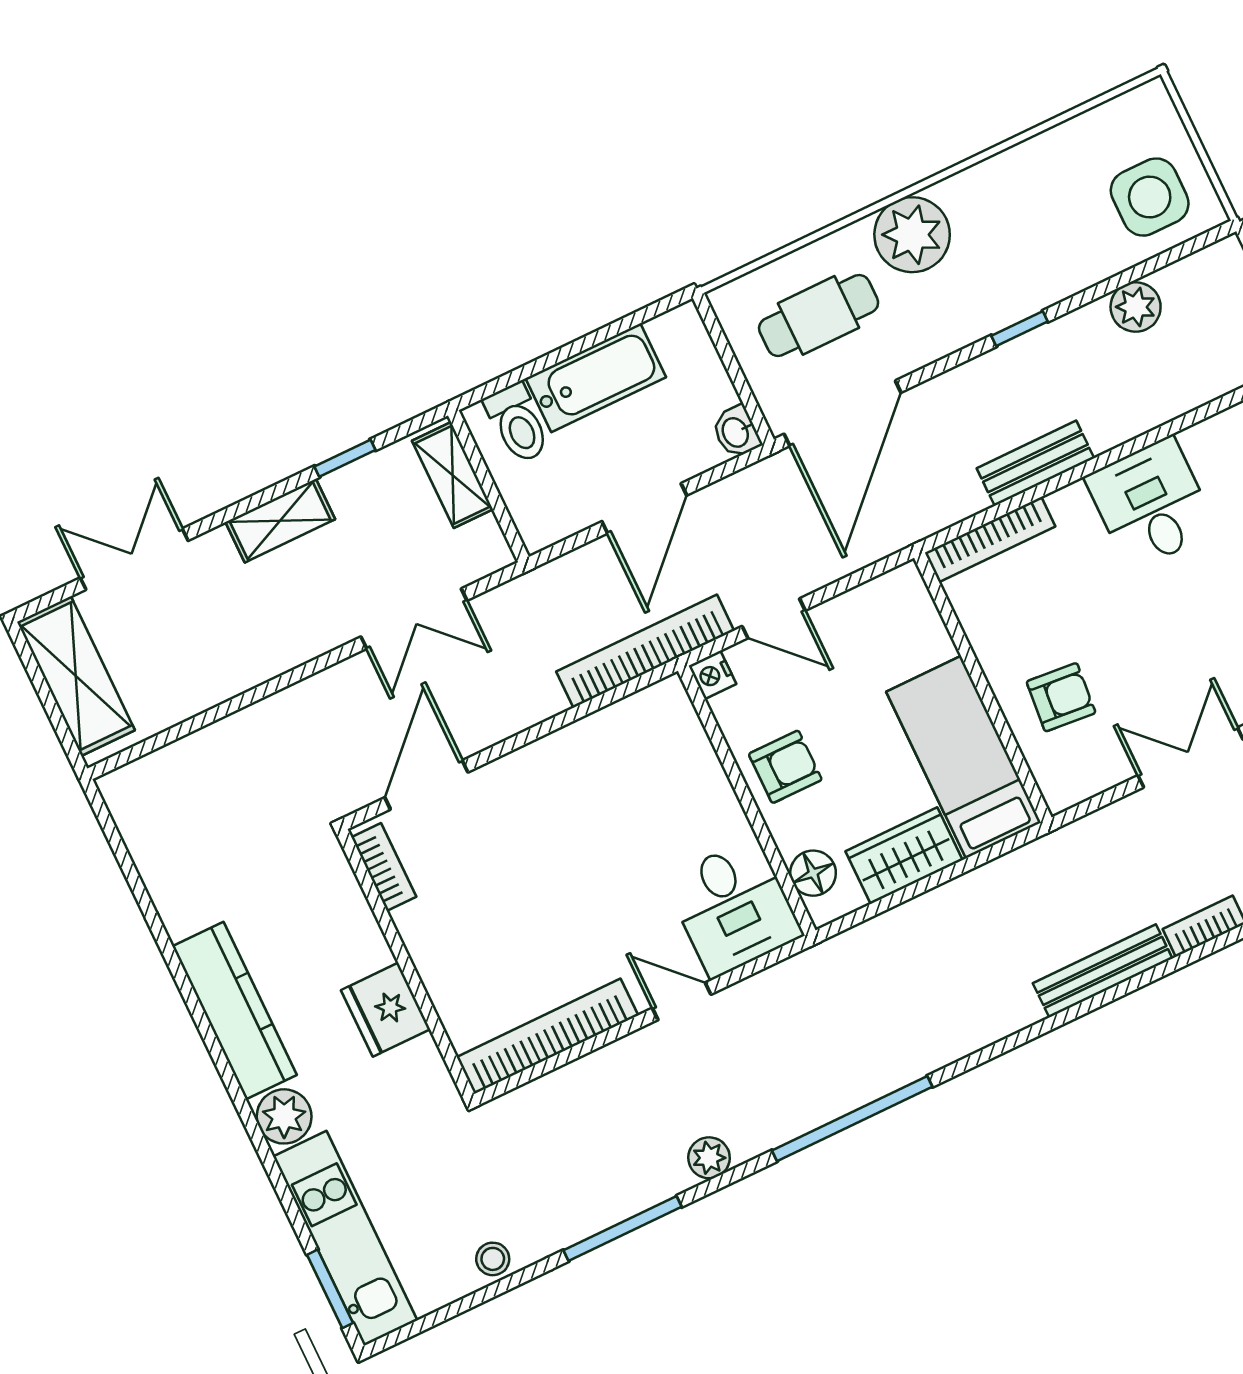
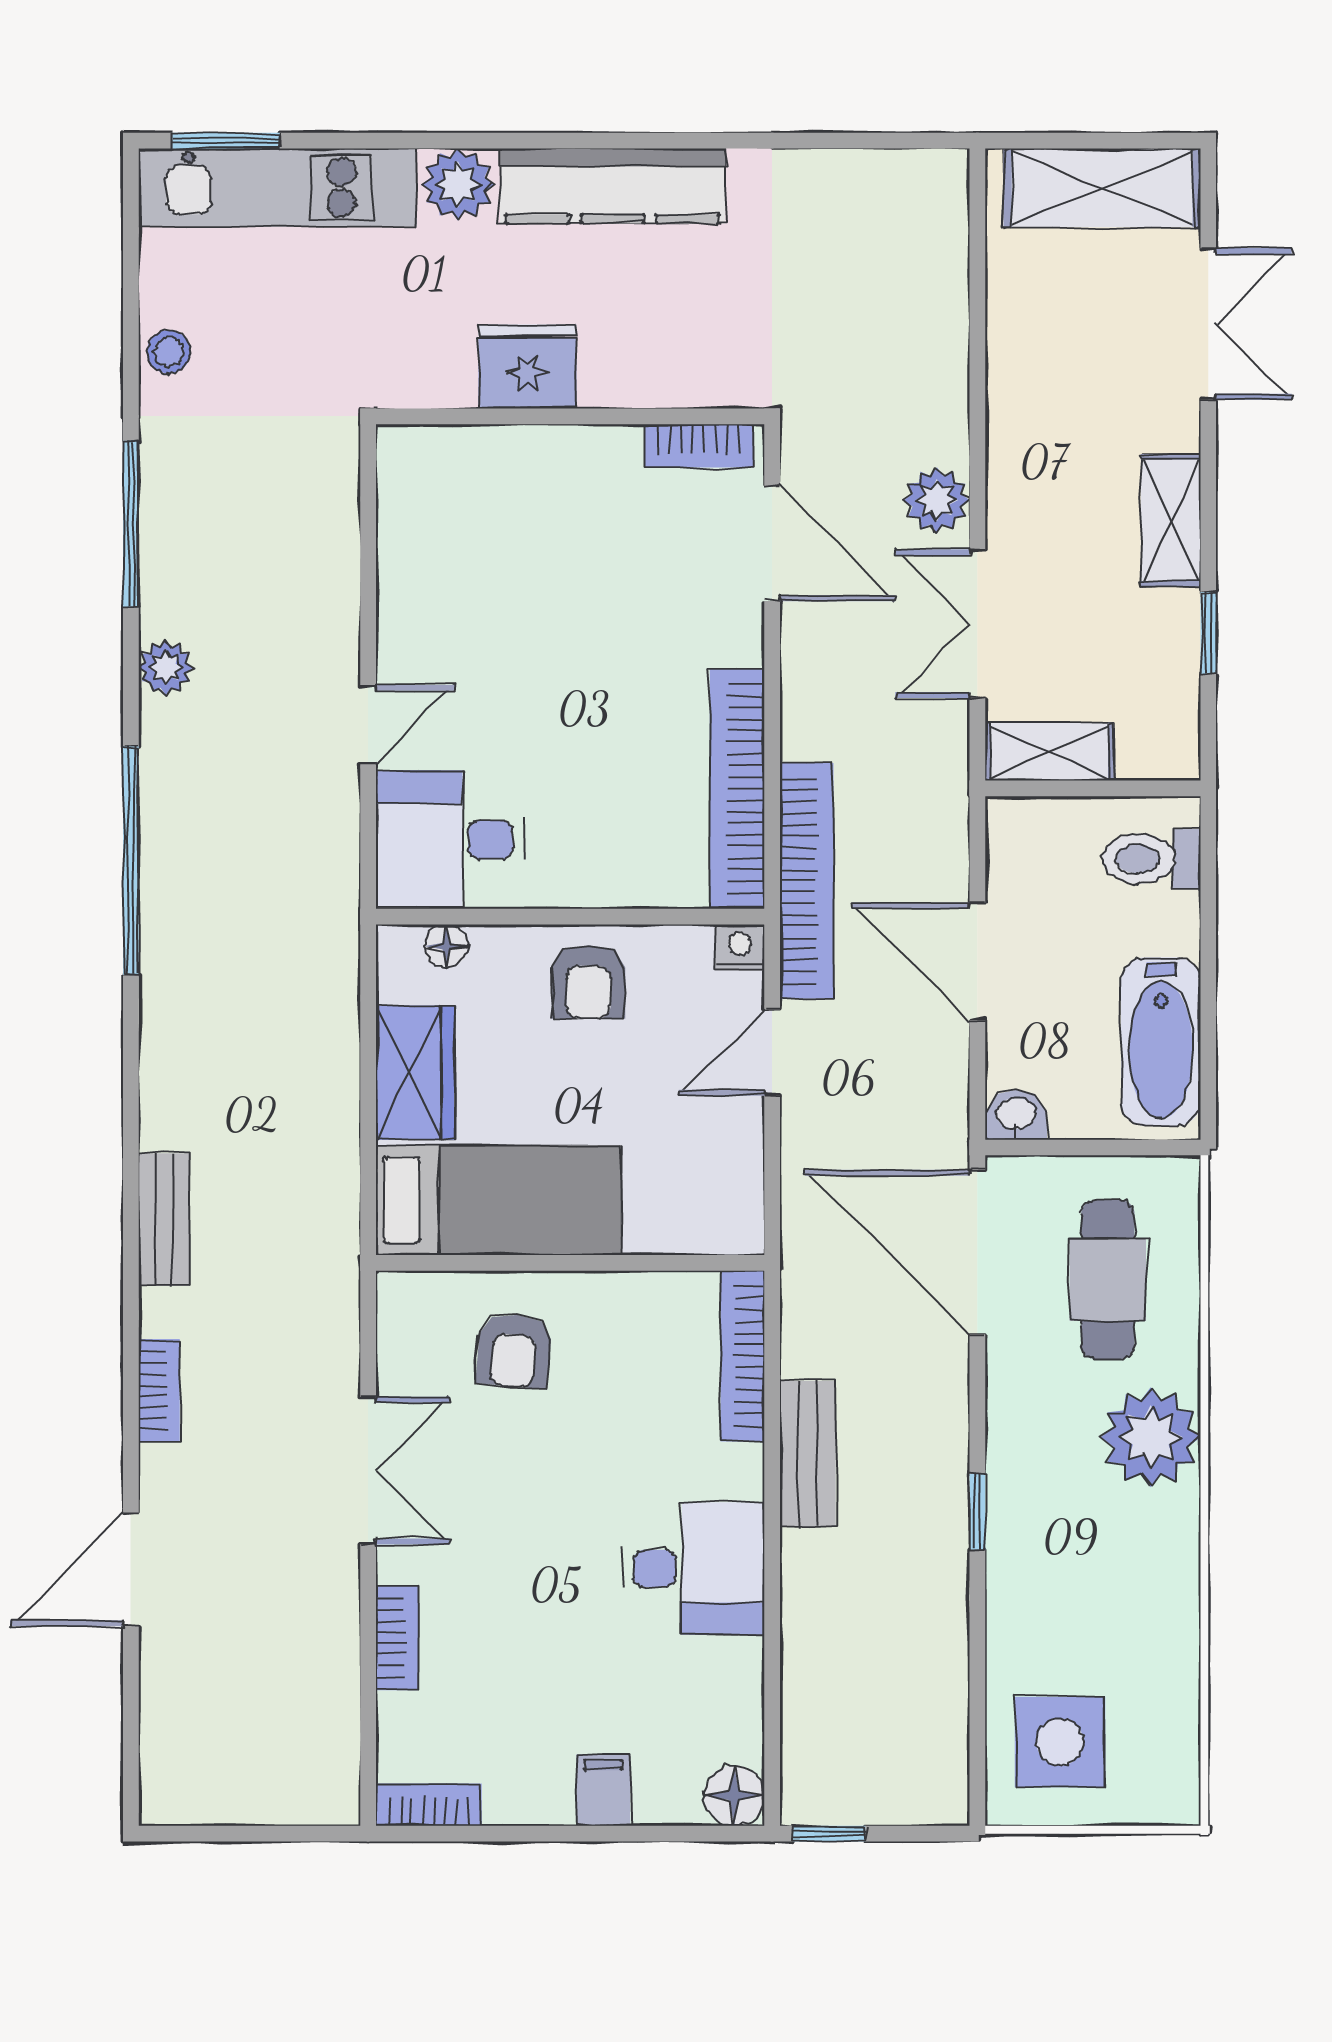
plant: (1136, 307) -> (937, 500), moved
bathtub: (596, 378) -> (1161, 1042), moved
shelving: (453, 475) -> (1049, 752), moved
floor lamp: (813, 873) -> (446, 946), width x0.73, depth x0.73
bench: (1103, 971) -> (164, 1220), width x0.73
bookcase: (547, 1036) -> (737, 789), moved, turned 180

